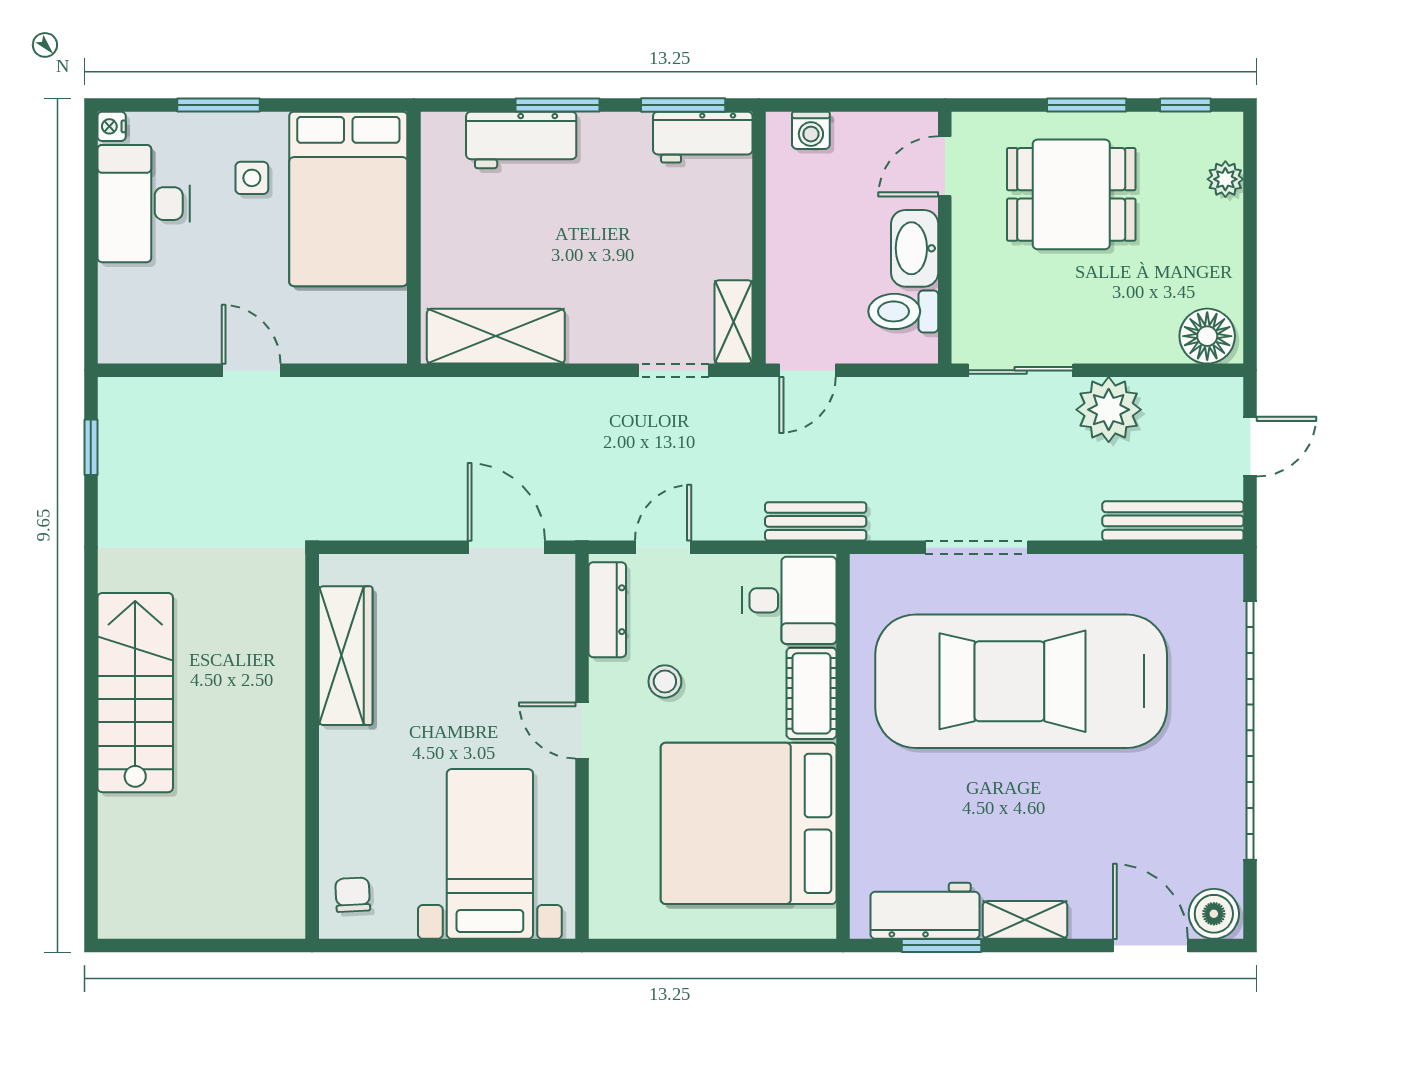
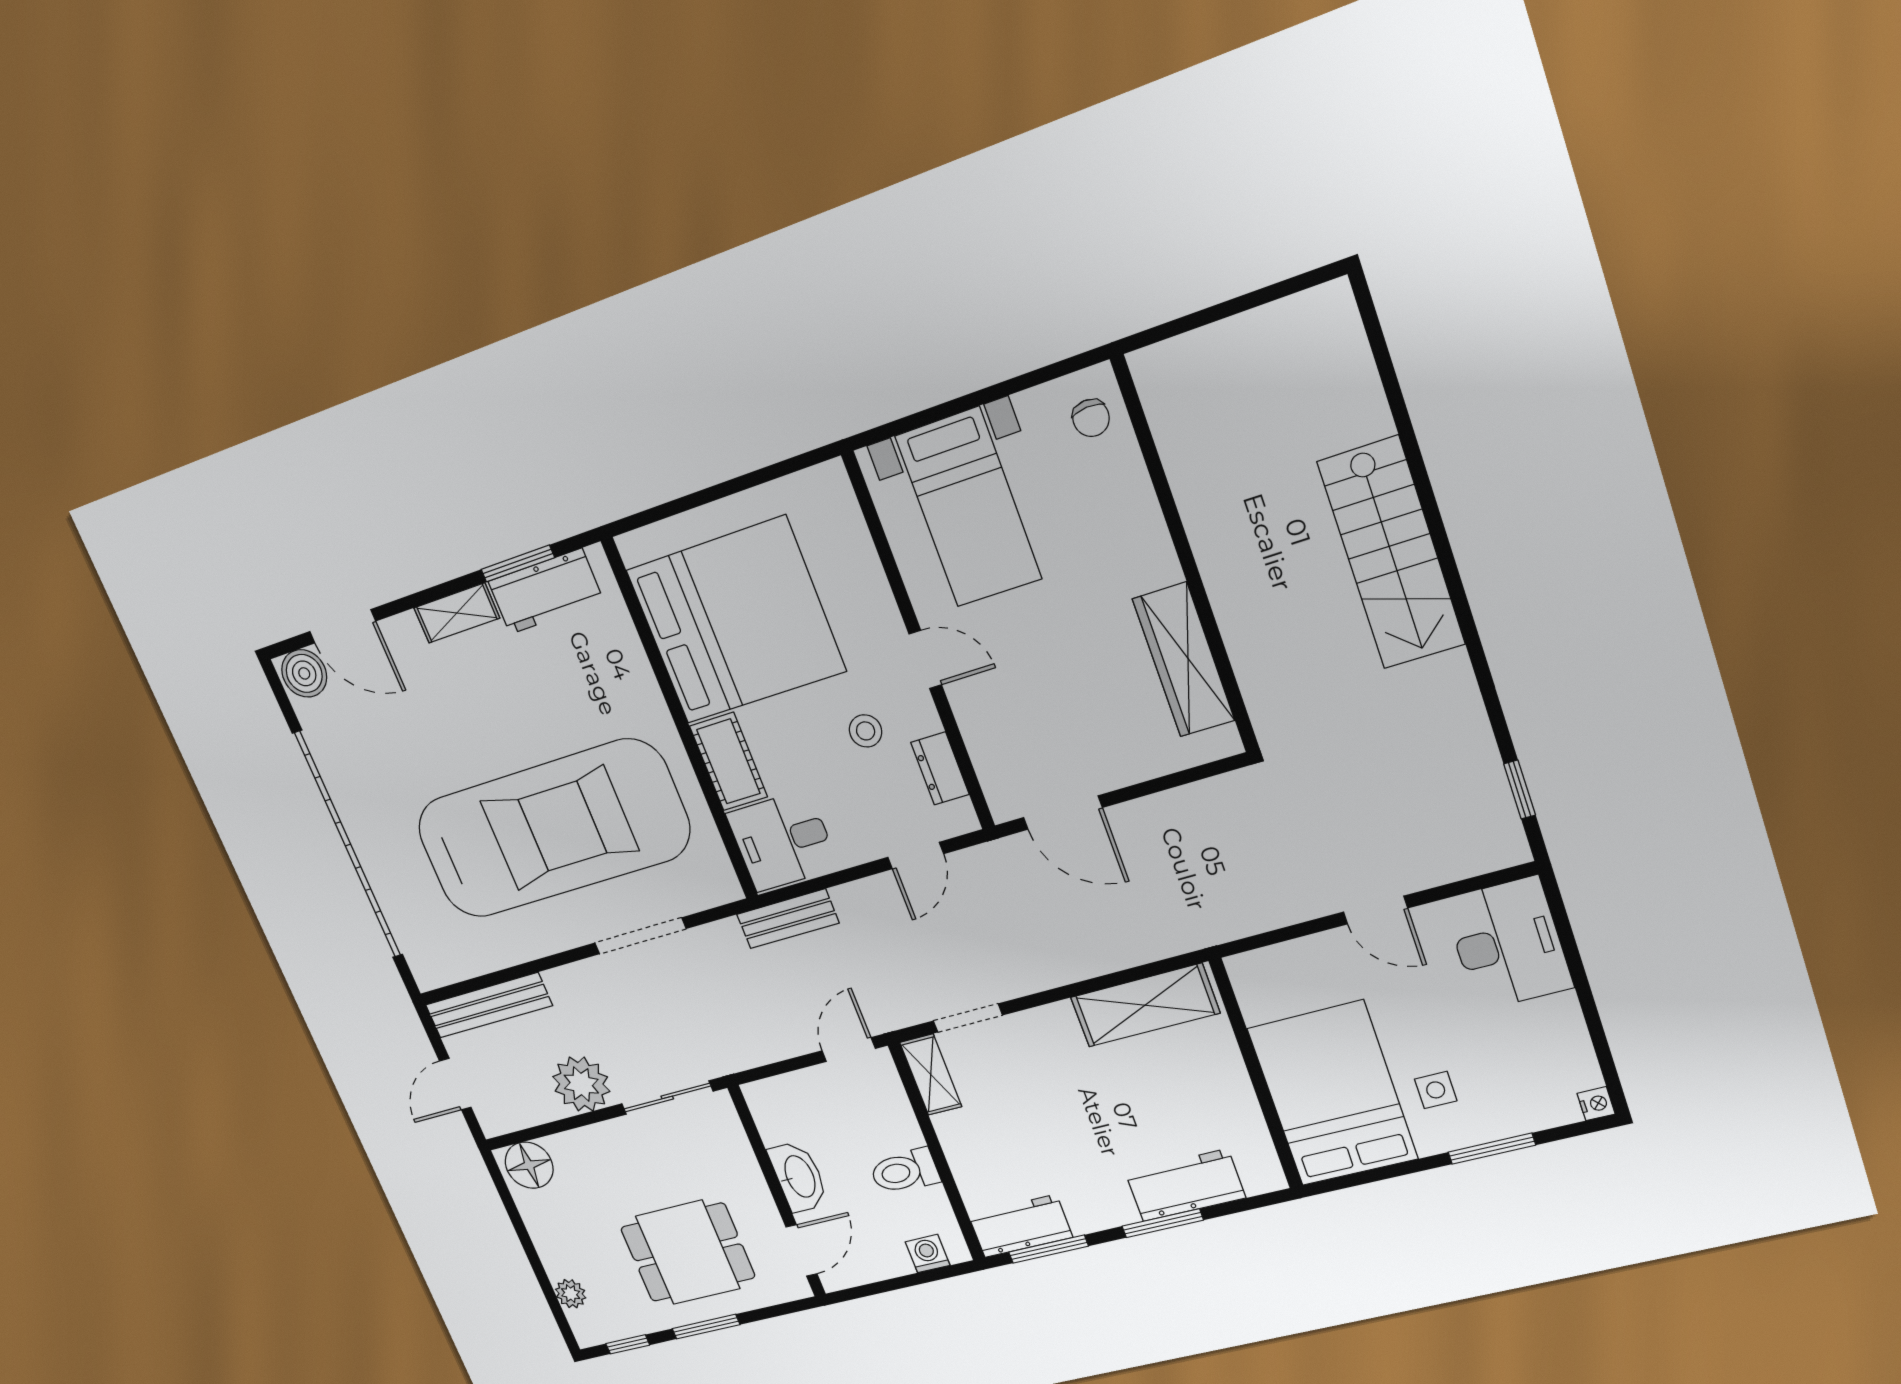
desk: (144, 204) -> (1508, 944), moved
toilet: (903, 311) -> (904, 1171), moved, turned 180
dresser: (607, 610) -> (940, 768), width x0.70

